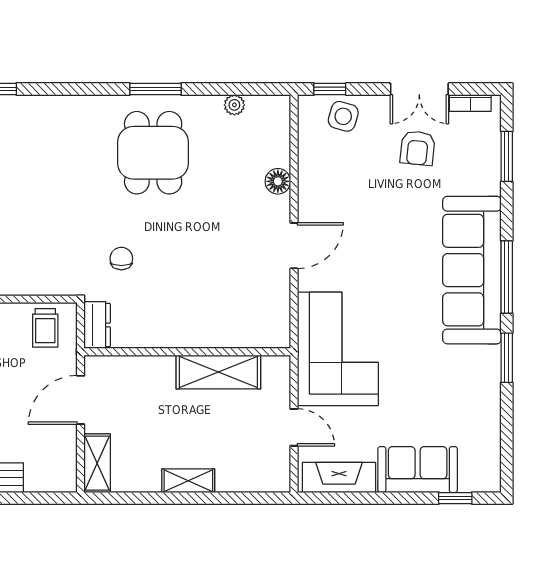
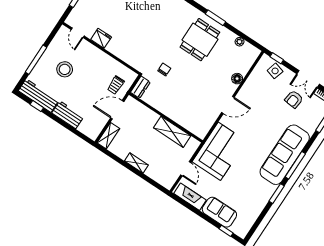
trolley: (45, 328) -> (116, 85), moved

